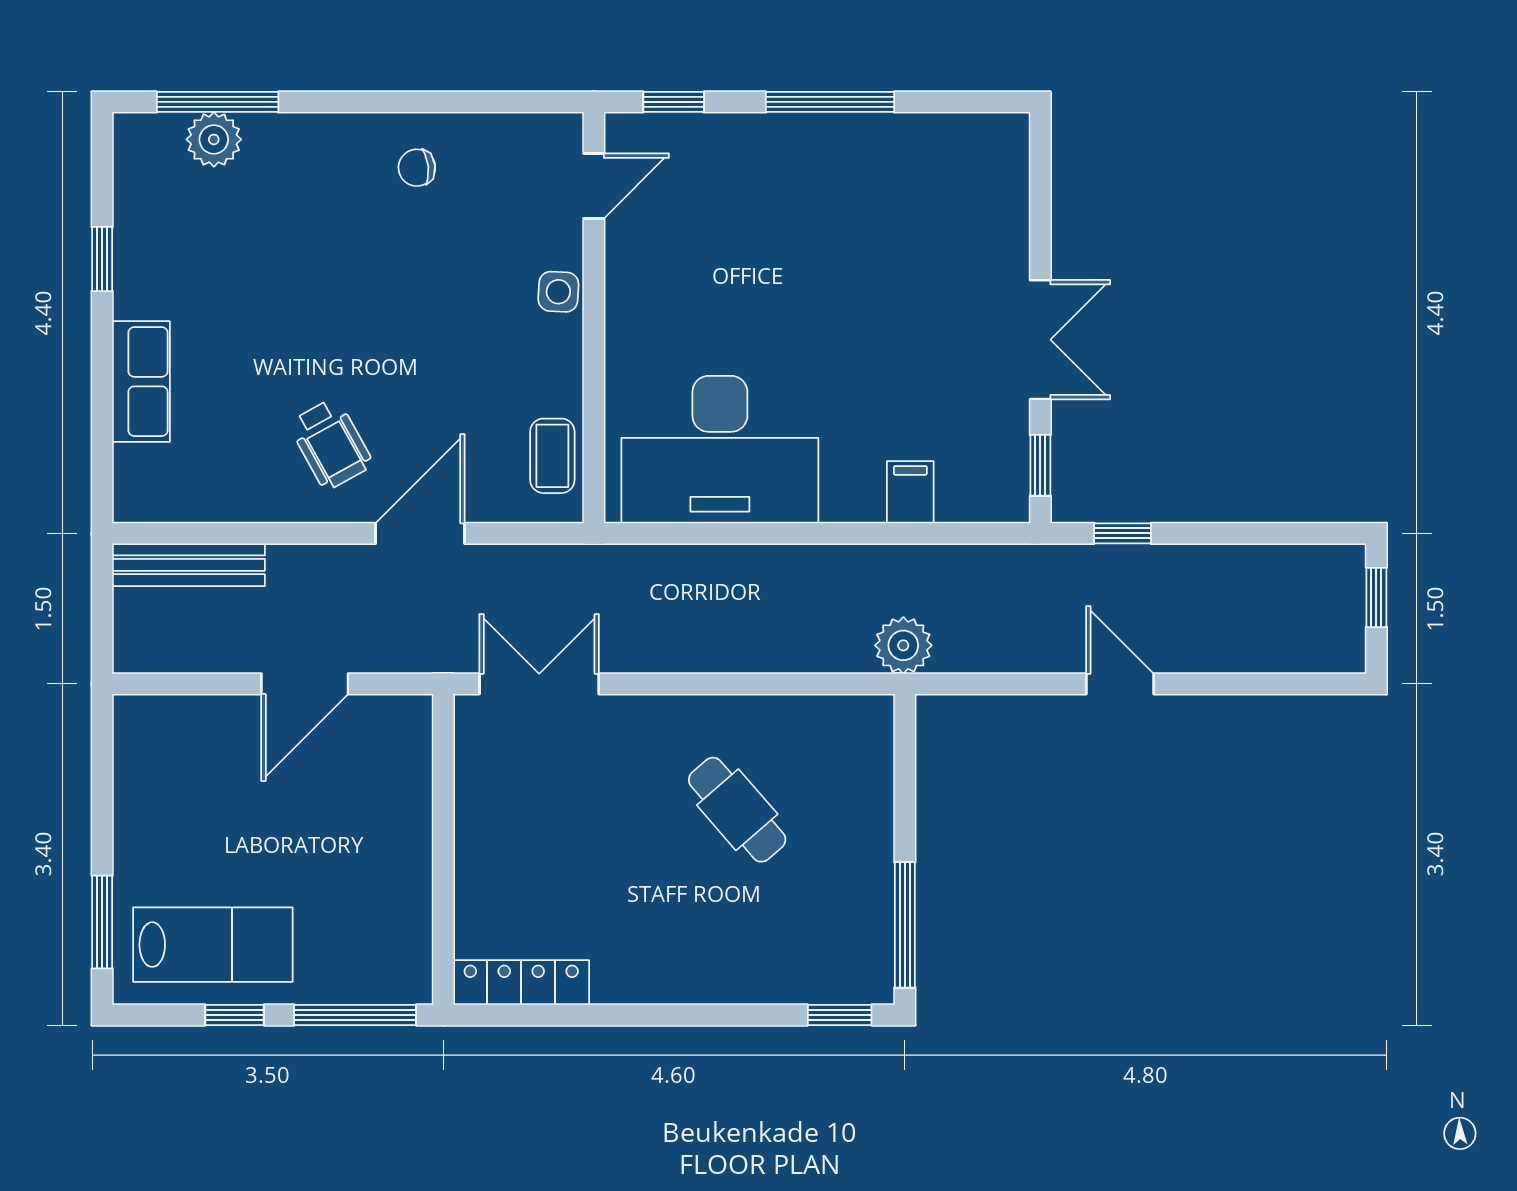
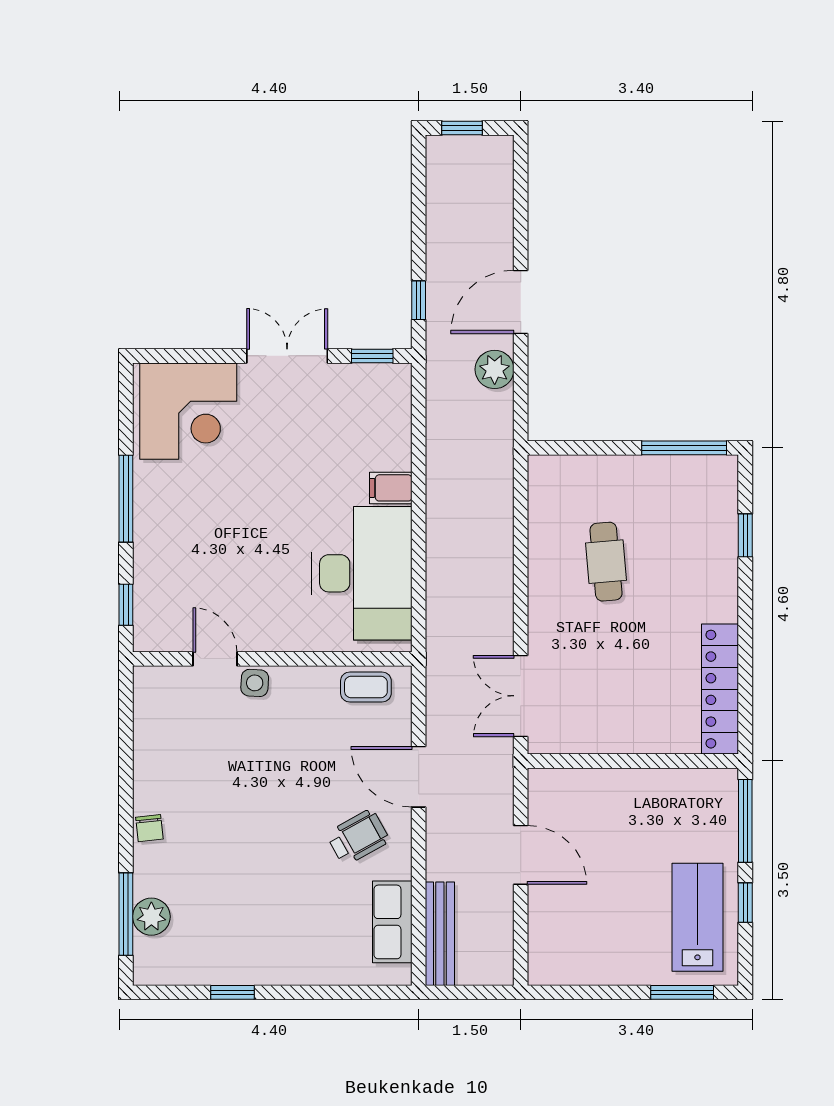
chair: (417, 168) -> (149, 828), moved
door: (594, 186) -> (215, 659), moved
corner desk: (959, 194) -> (188, 411), added
row of seats: (141, 382) -> (392, 922), moved, turned -90
filing cabinet: (910, 492) -> (391, 488), moved
plant: (903, 645) -> (495, 369), moved
door: (1120, 684) -> (521, 302), width x1.38
cafe table: (737, 810) -> (606, 562), turned -54
locker: (521, 983) -> (720, 689), width x1.41, depth x1.21
window: (840, 1015) -> (745, 535), moved

